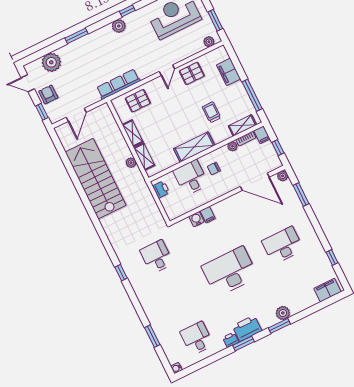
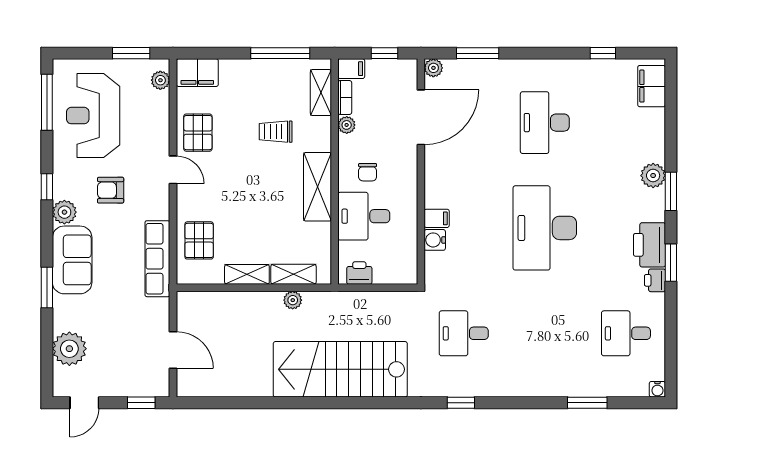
sofa: (97, 42) -> (72, 260), added
filing cabinet: (229, 72) -> (197, 73), moved
armchair: (48, 94) -> (111, 190), moved
stairs: (96, 179) -> (340, 369), moved

